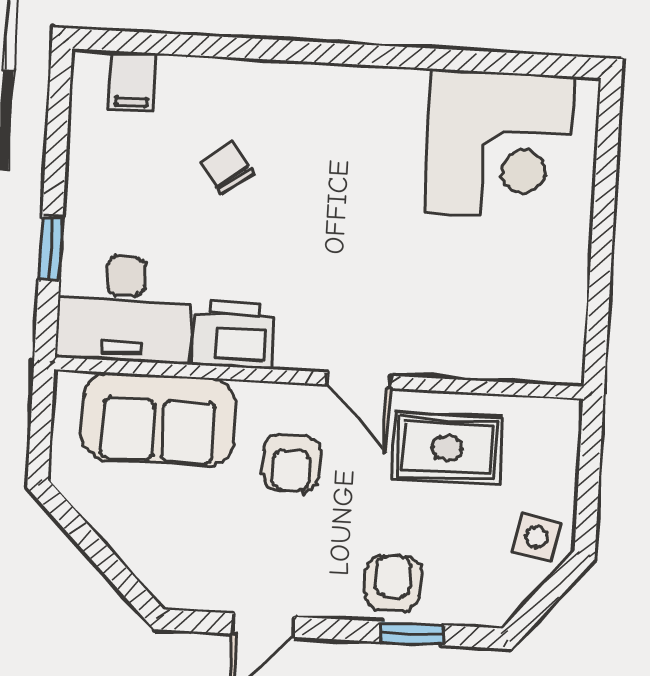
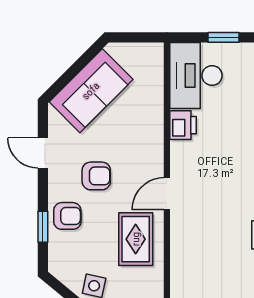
printer: (234, 334) -> (183, 125), width x0.73, depth x0.81
sofa: (159, 419) -> (91, 91), moved, turned -135
armchair: (291, 463) -> (96, 176), moved, turned 180

